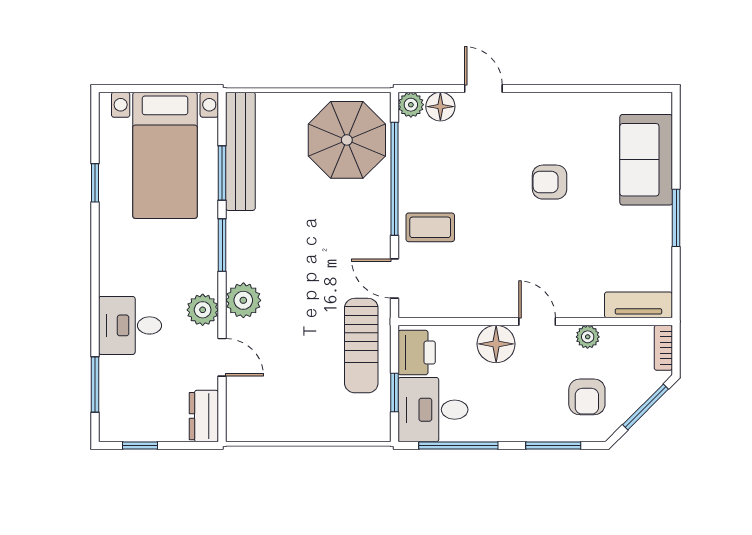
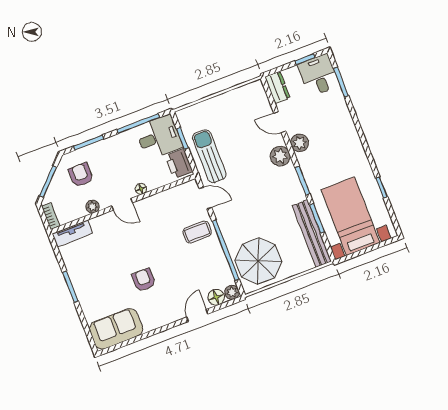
door: (483, 88) -> (197, 315), swing flipped
sofa: (646, 160) -> (116, 329), moved, turned -90
armchair: (550, 182) -> (144, 280), turned -90
desk: (130, 325) -> (318, 75), moved, turned -90
floor lamp: (496, 344) -> (141, 189), width x0.53, depth x0.53

